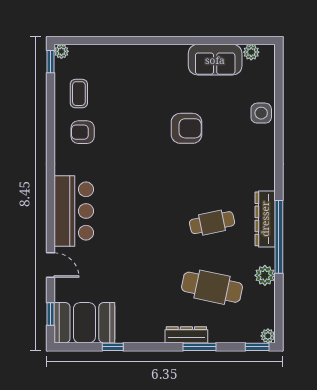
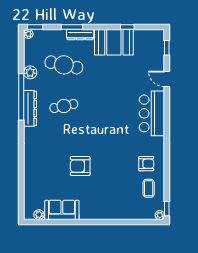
side table: (261, 113) -> (33, 176), removed
booth: (84, 323) -> (114, 42), moved

